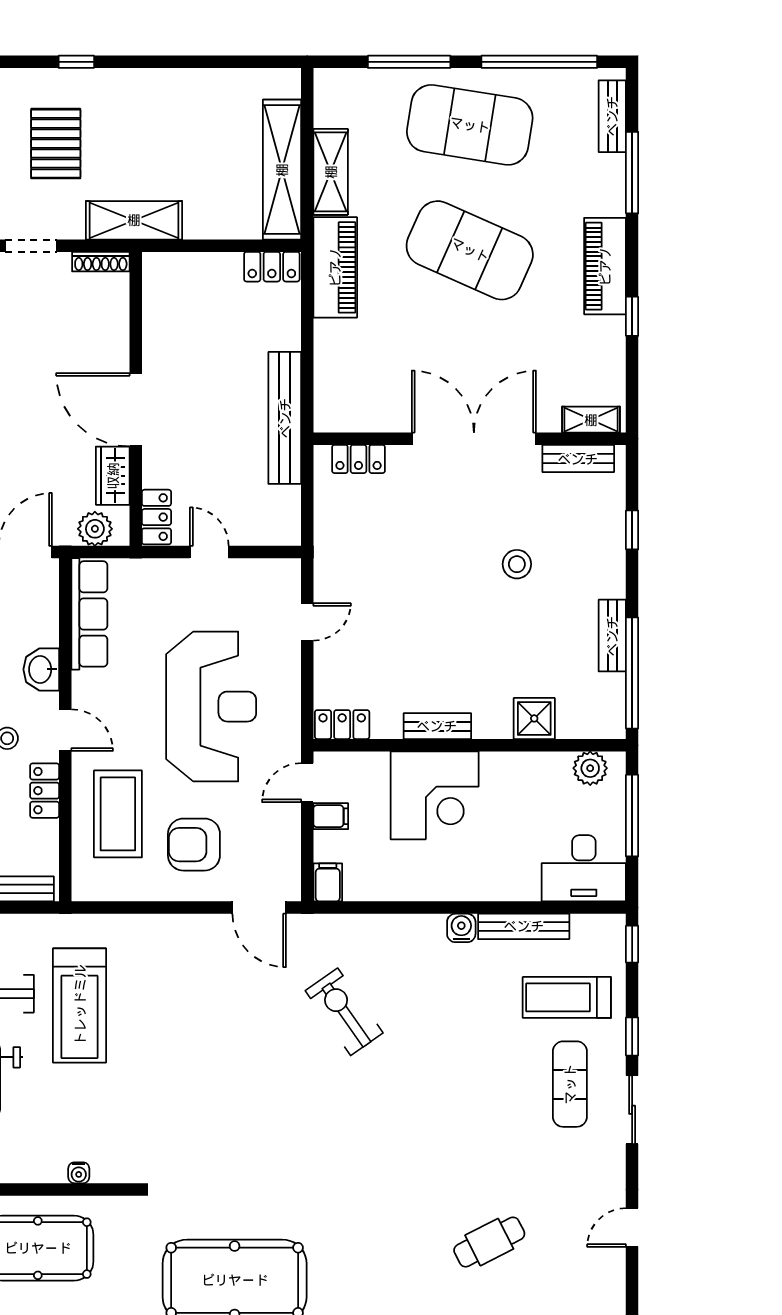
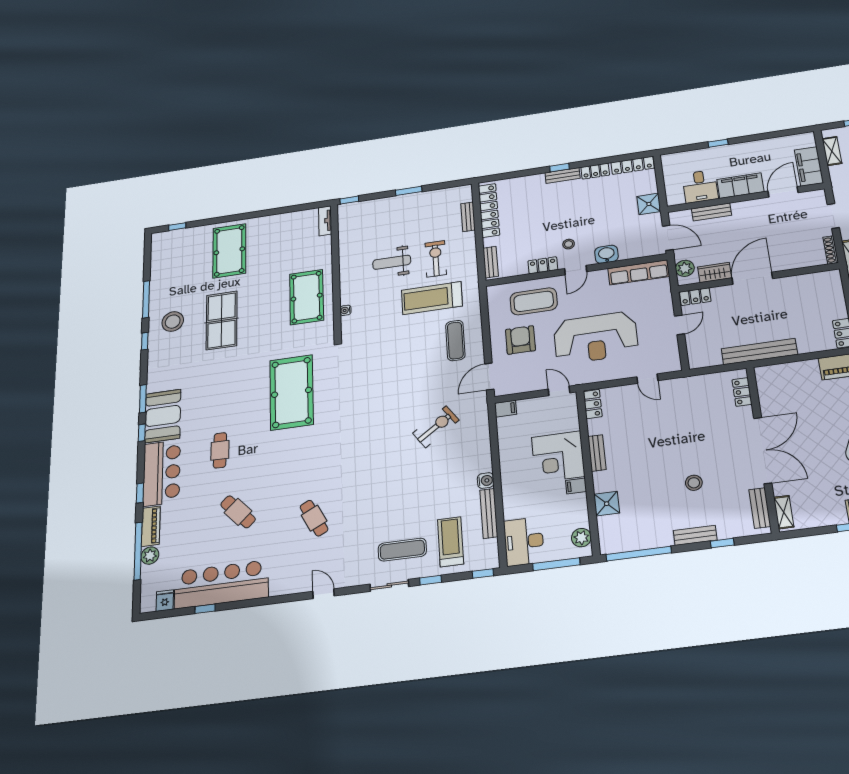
bench: (612, 636) -> (695, 535), moved
filing cabinet: (331, 816) -> (576, 486), moved, turned 90
exercise mat: (176, 966) -> (455, 341), added

